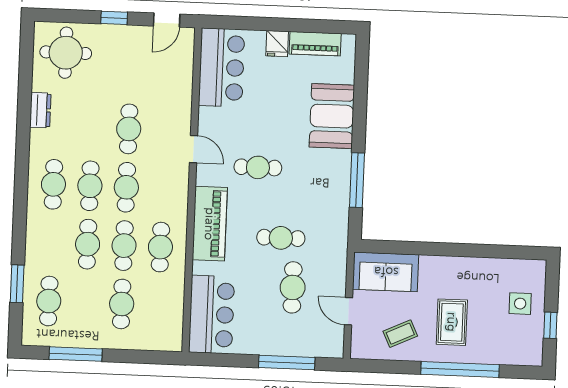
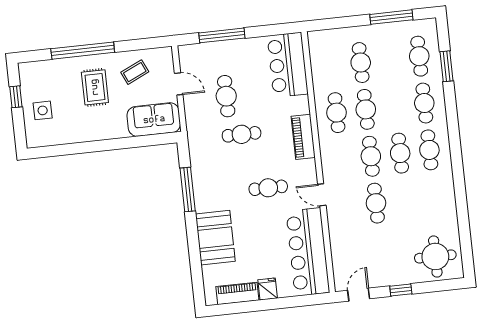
bar counter: (222, 68) -> (308, 252), width x1.36
dresser: (40, 110) -> (449, 208), removed
piano: (210, 224) -> (303, 137), width x0.73, depth x0.75
cafe table: (88, 244) -> (424, 103), moved

